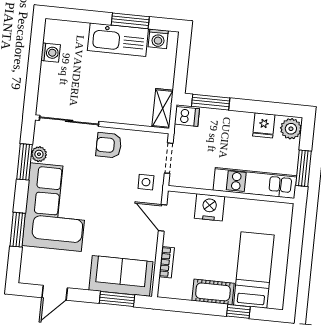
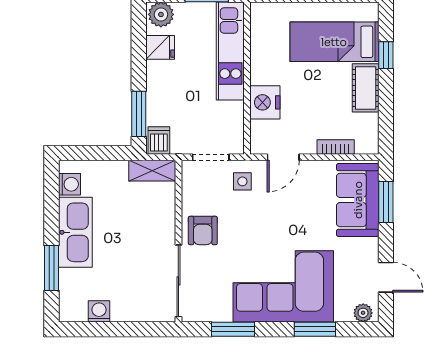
window: (130, 21) -> (51, 268), moved
plant: (39, 154) -> (363, 313), moved

